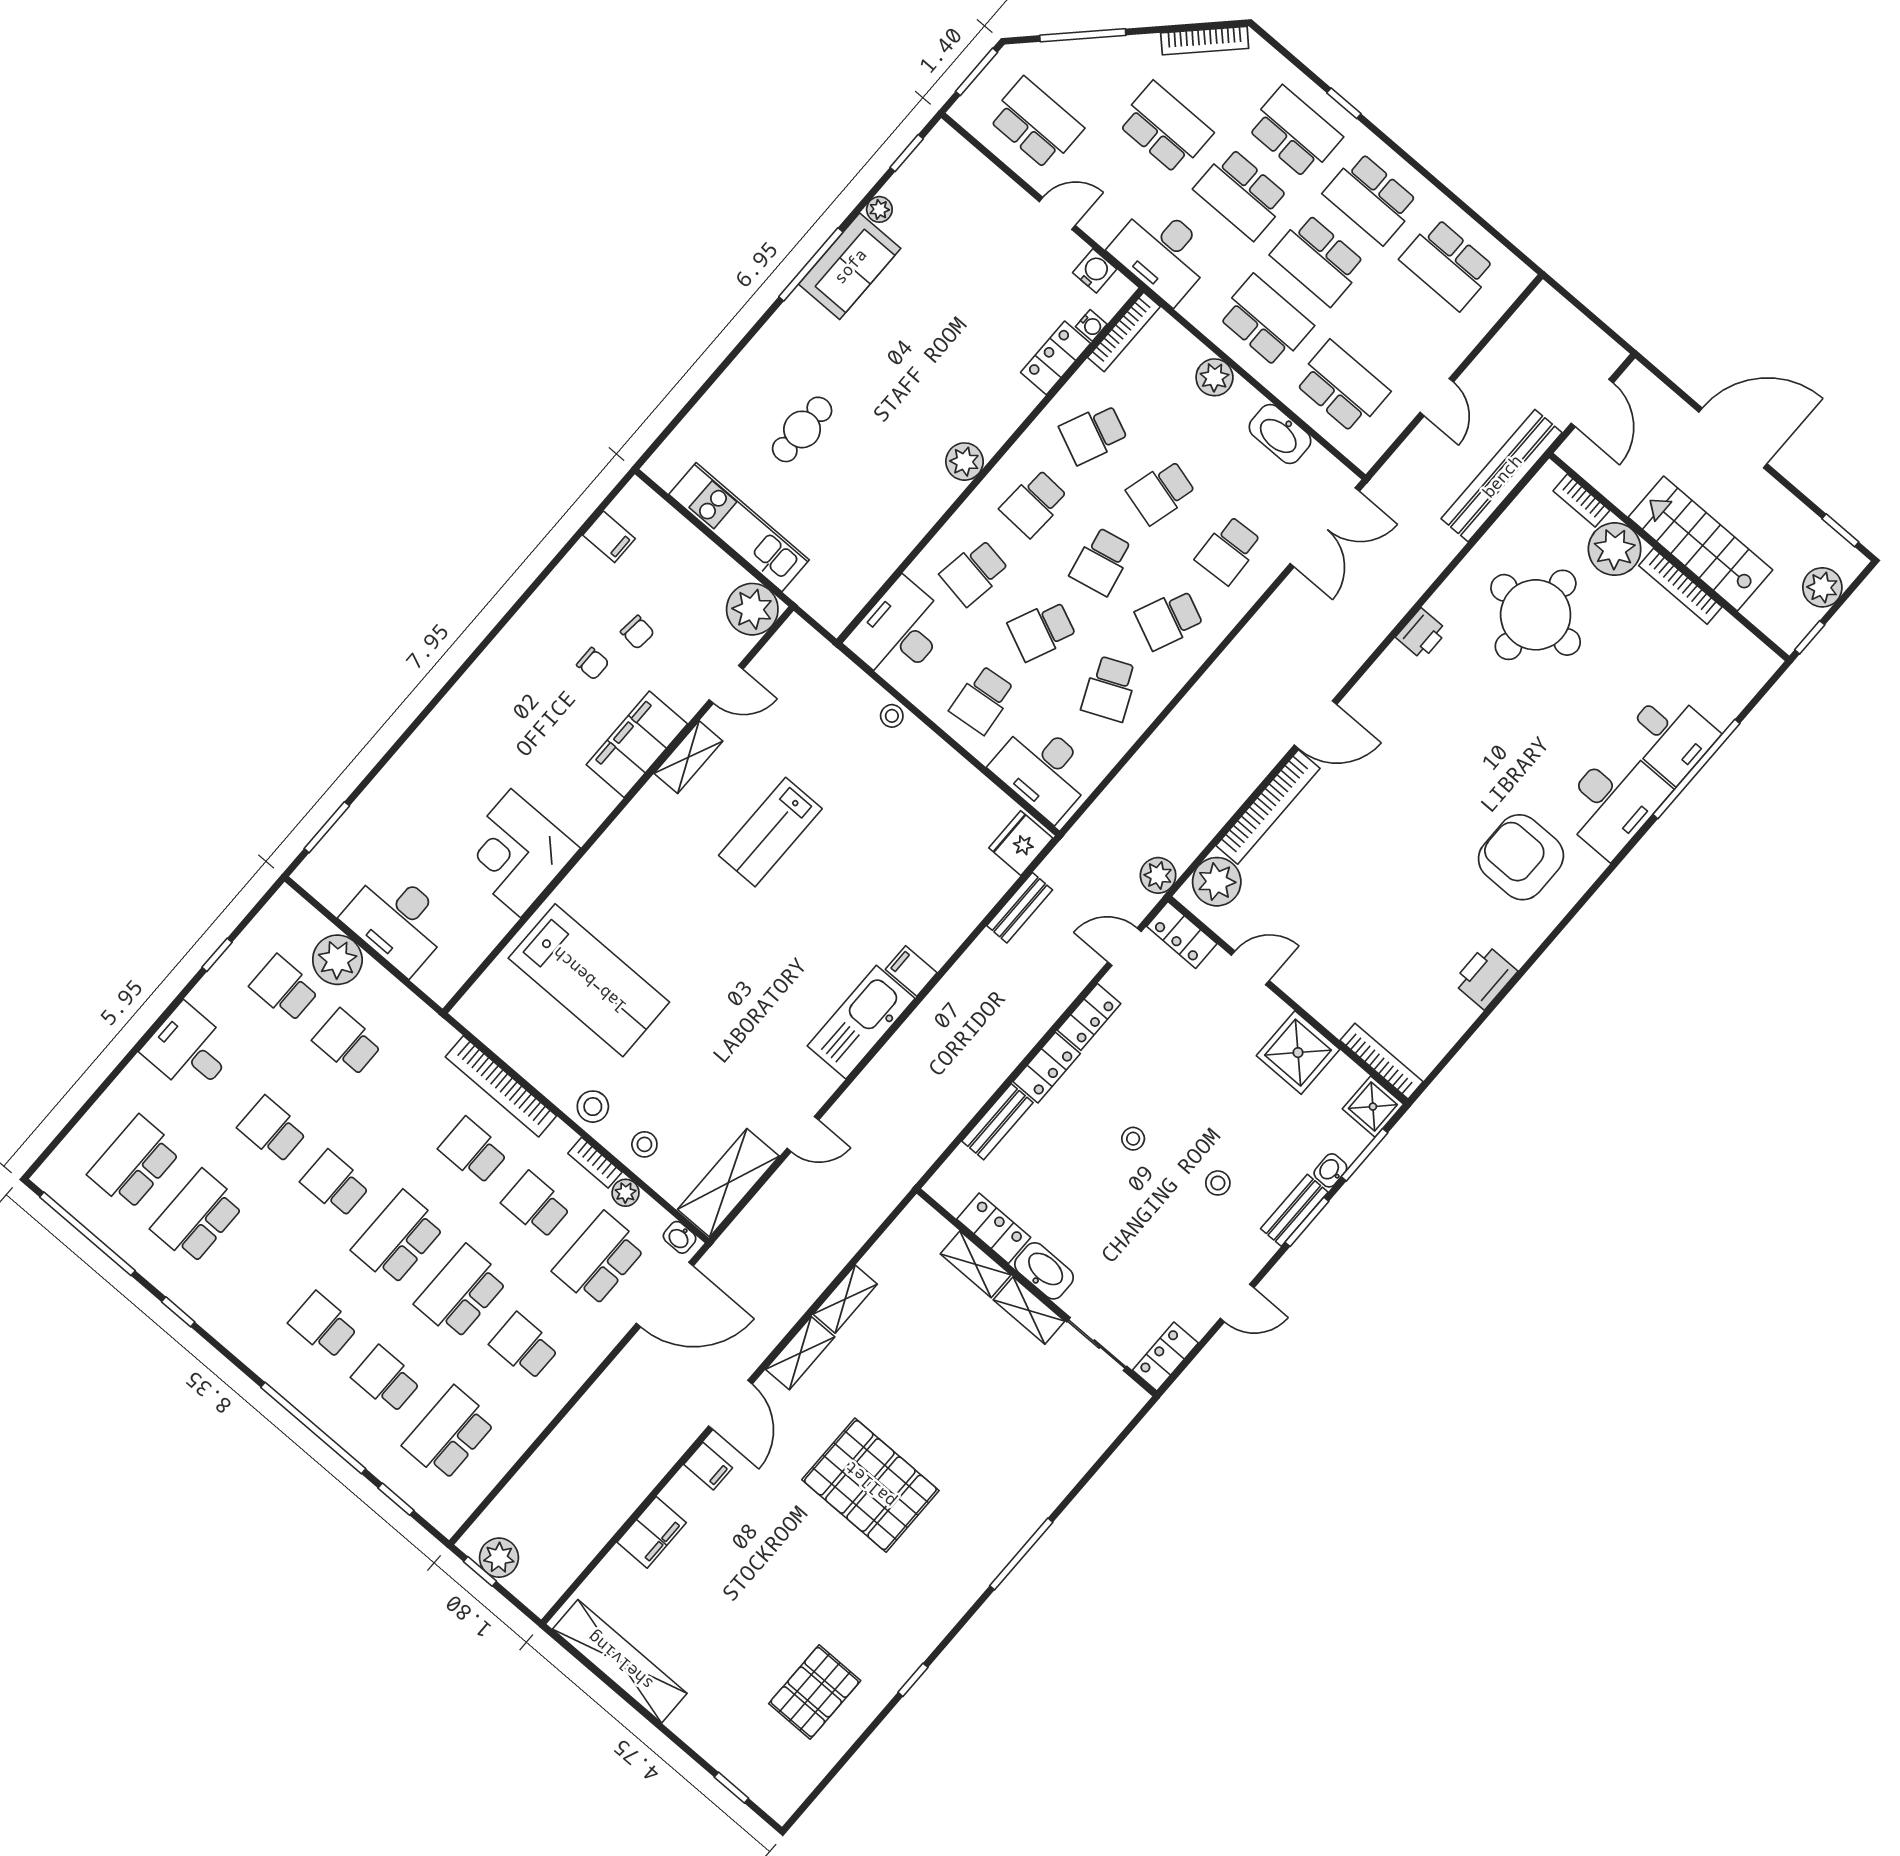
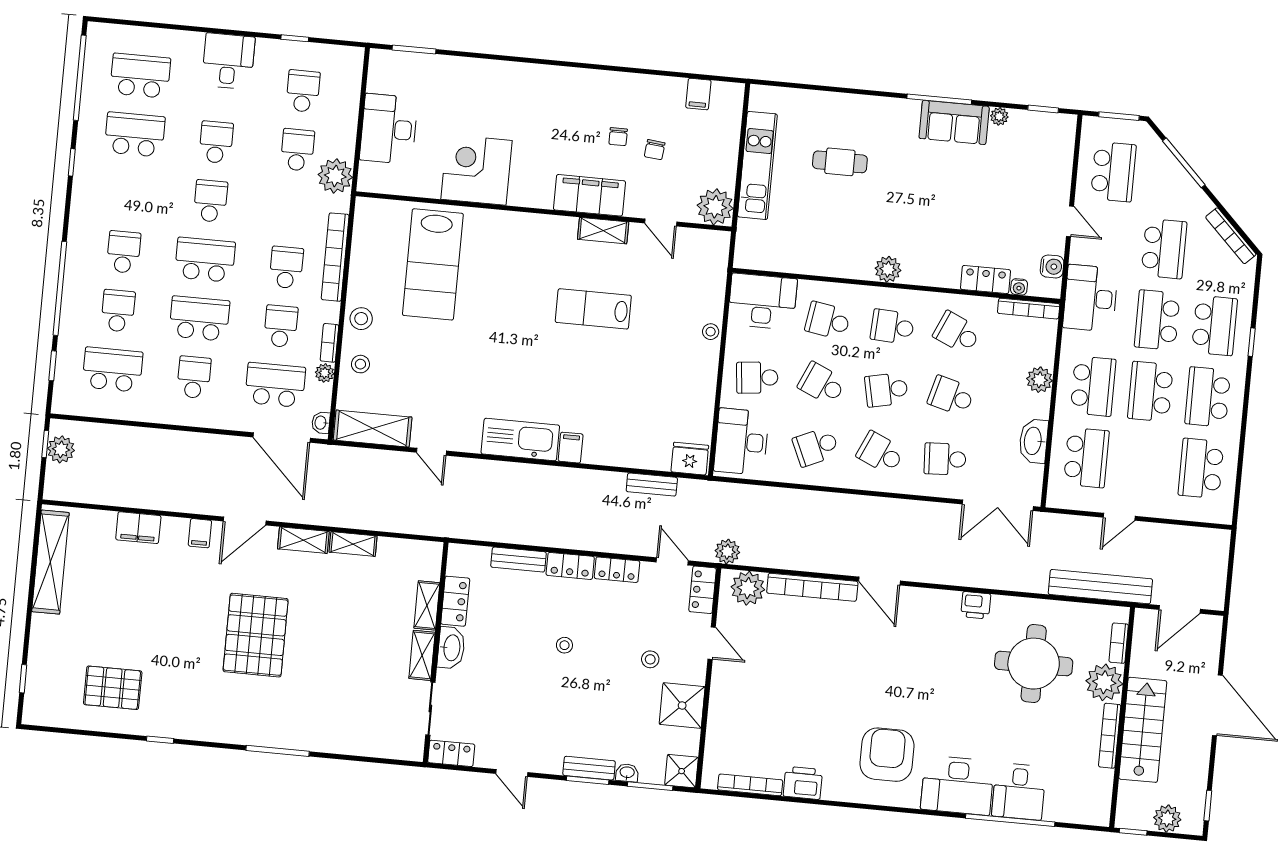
plant: (337, 960) -> (335, 176), moved
bookcase: (1381, 1061) -> (750, 785), moved, turned -90
stool: (1218, 1183) -> (650, 659), moved

